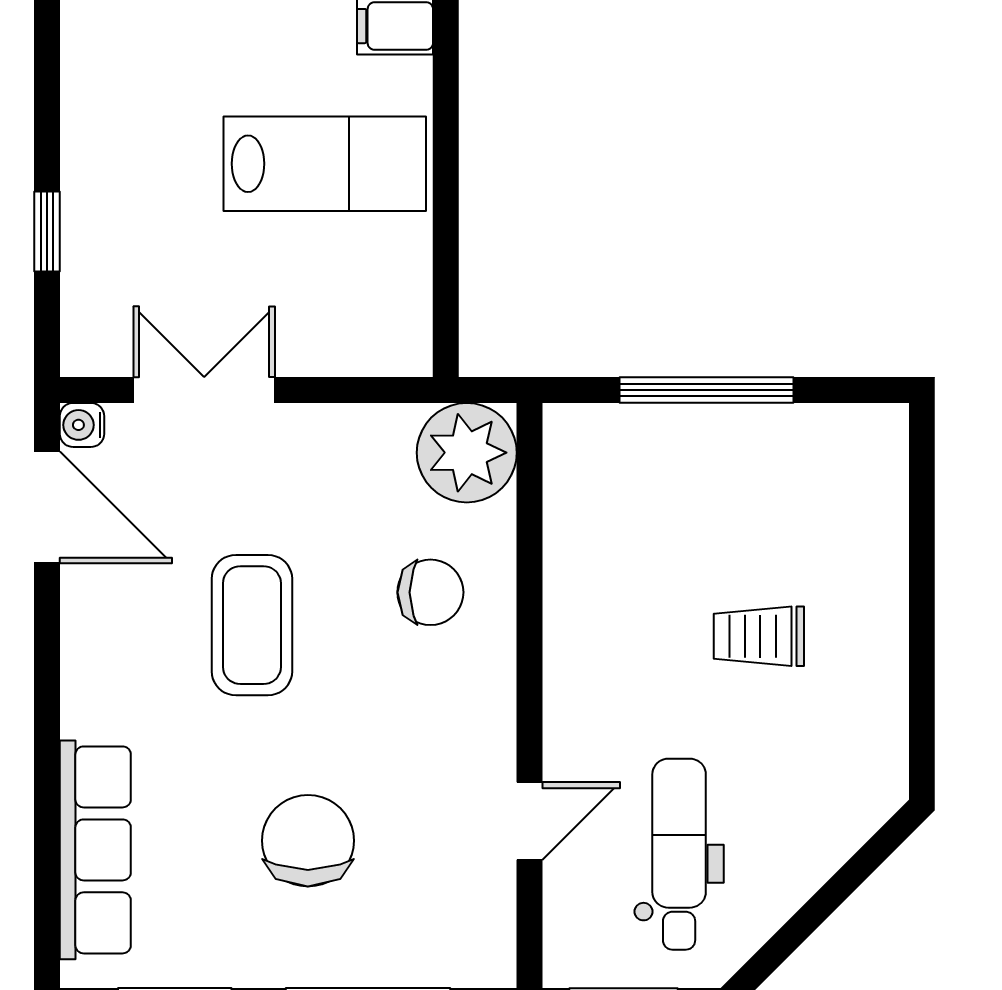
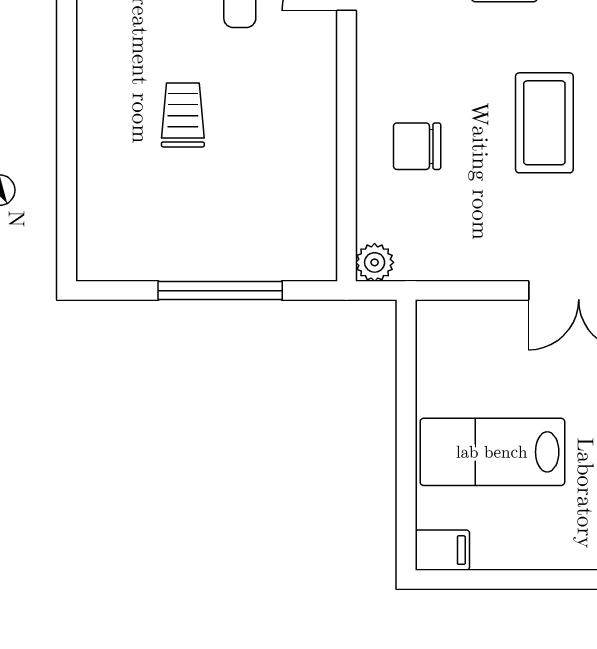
plant: (467, 453) -> (375, 262), width x0.53, depth x0.53
trolley: (759, 636) -> (183, 115), turned -90

